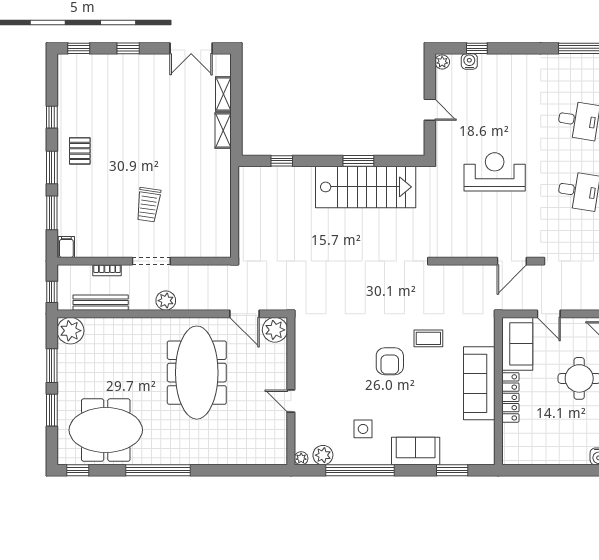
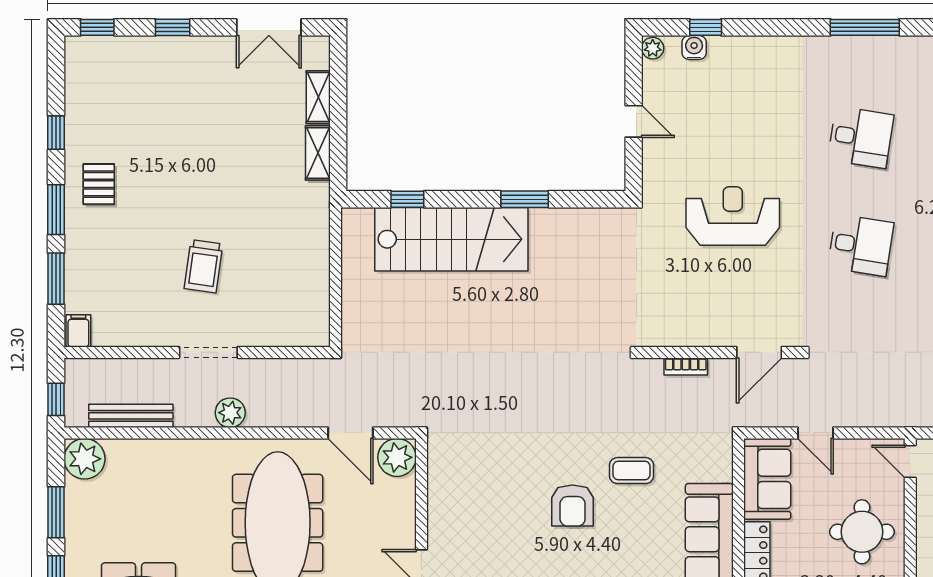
stairs: (366, 187) -> (451, 239), moved
bookcase: (107, 270) -> (686, 366), moved

